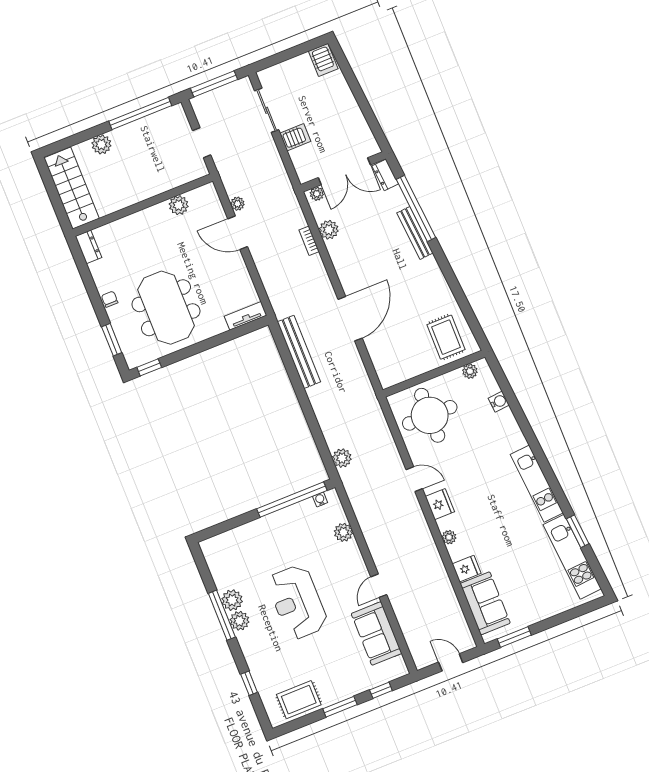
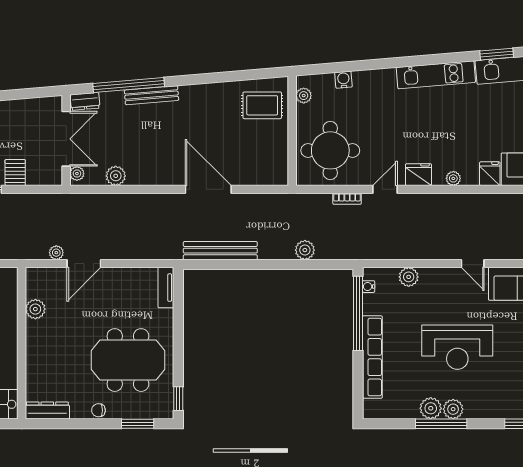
bookcase: (309, 241) -> (347, 199), moved
dresser: (88, 247) -> (47, 411), width x1.44
plant: (342, 458) -> (305, 250), moved
row of seats: (257, 529) -> (372, 357), added

